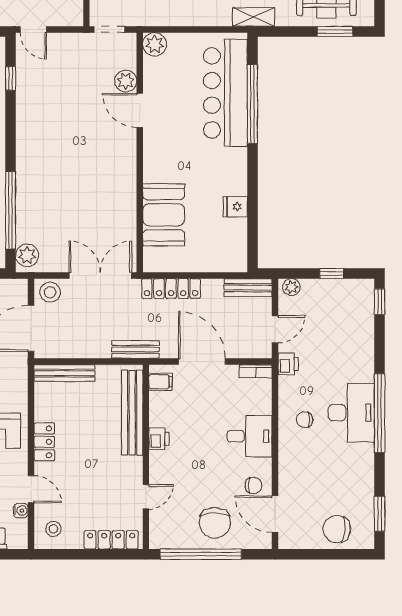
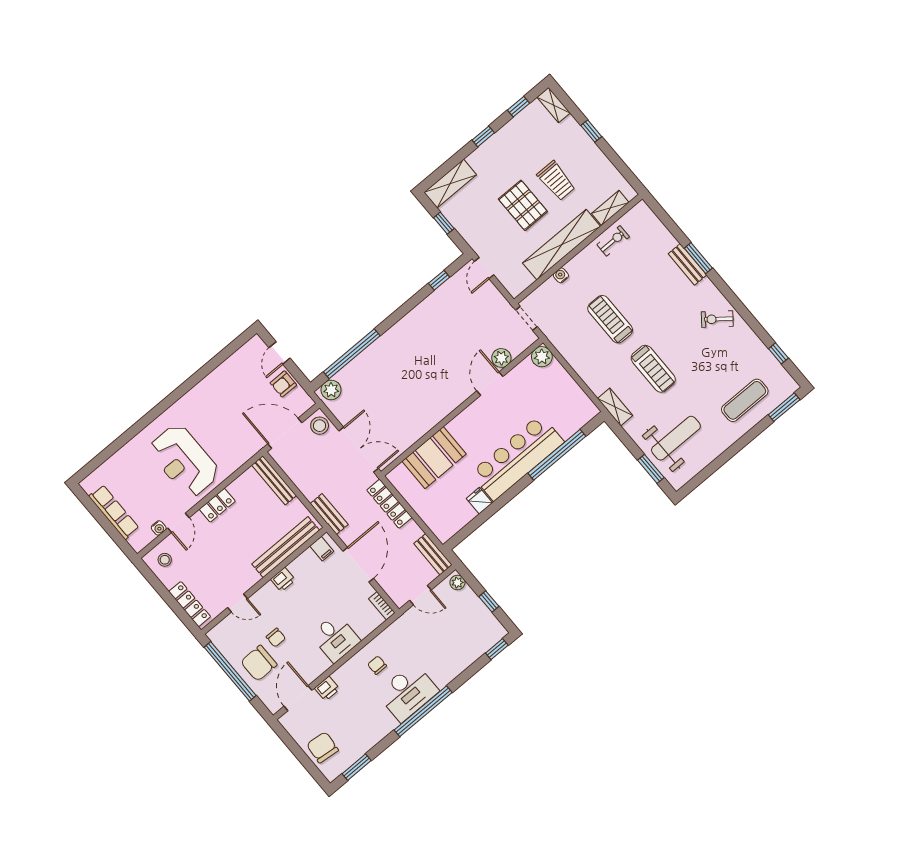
bar counter: (225, 93) -> (517, 458), moved
printer: (288, 364) -> (327, 689), moved
chair: (253, 485) -> (276, 638), moved

